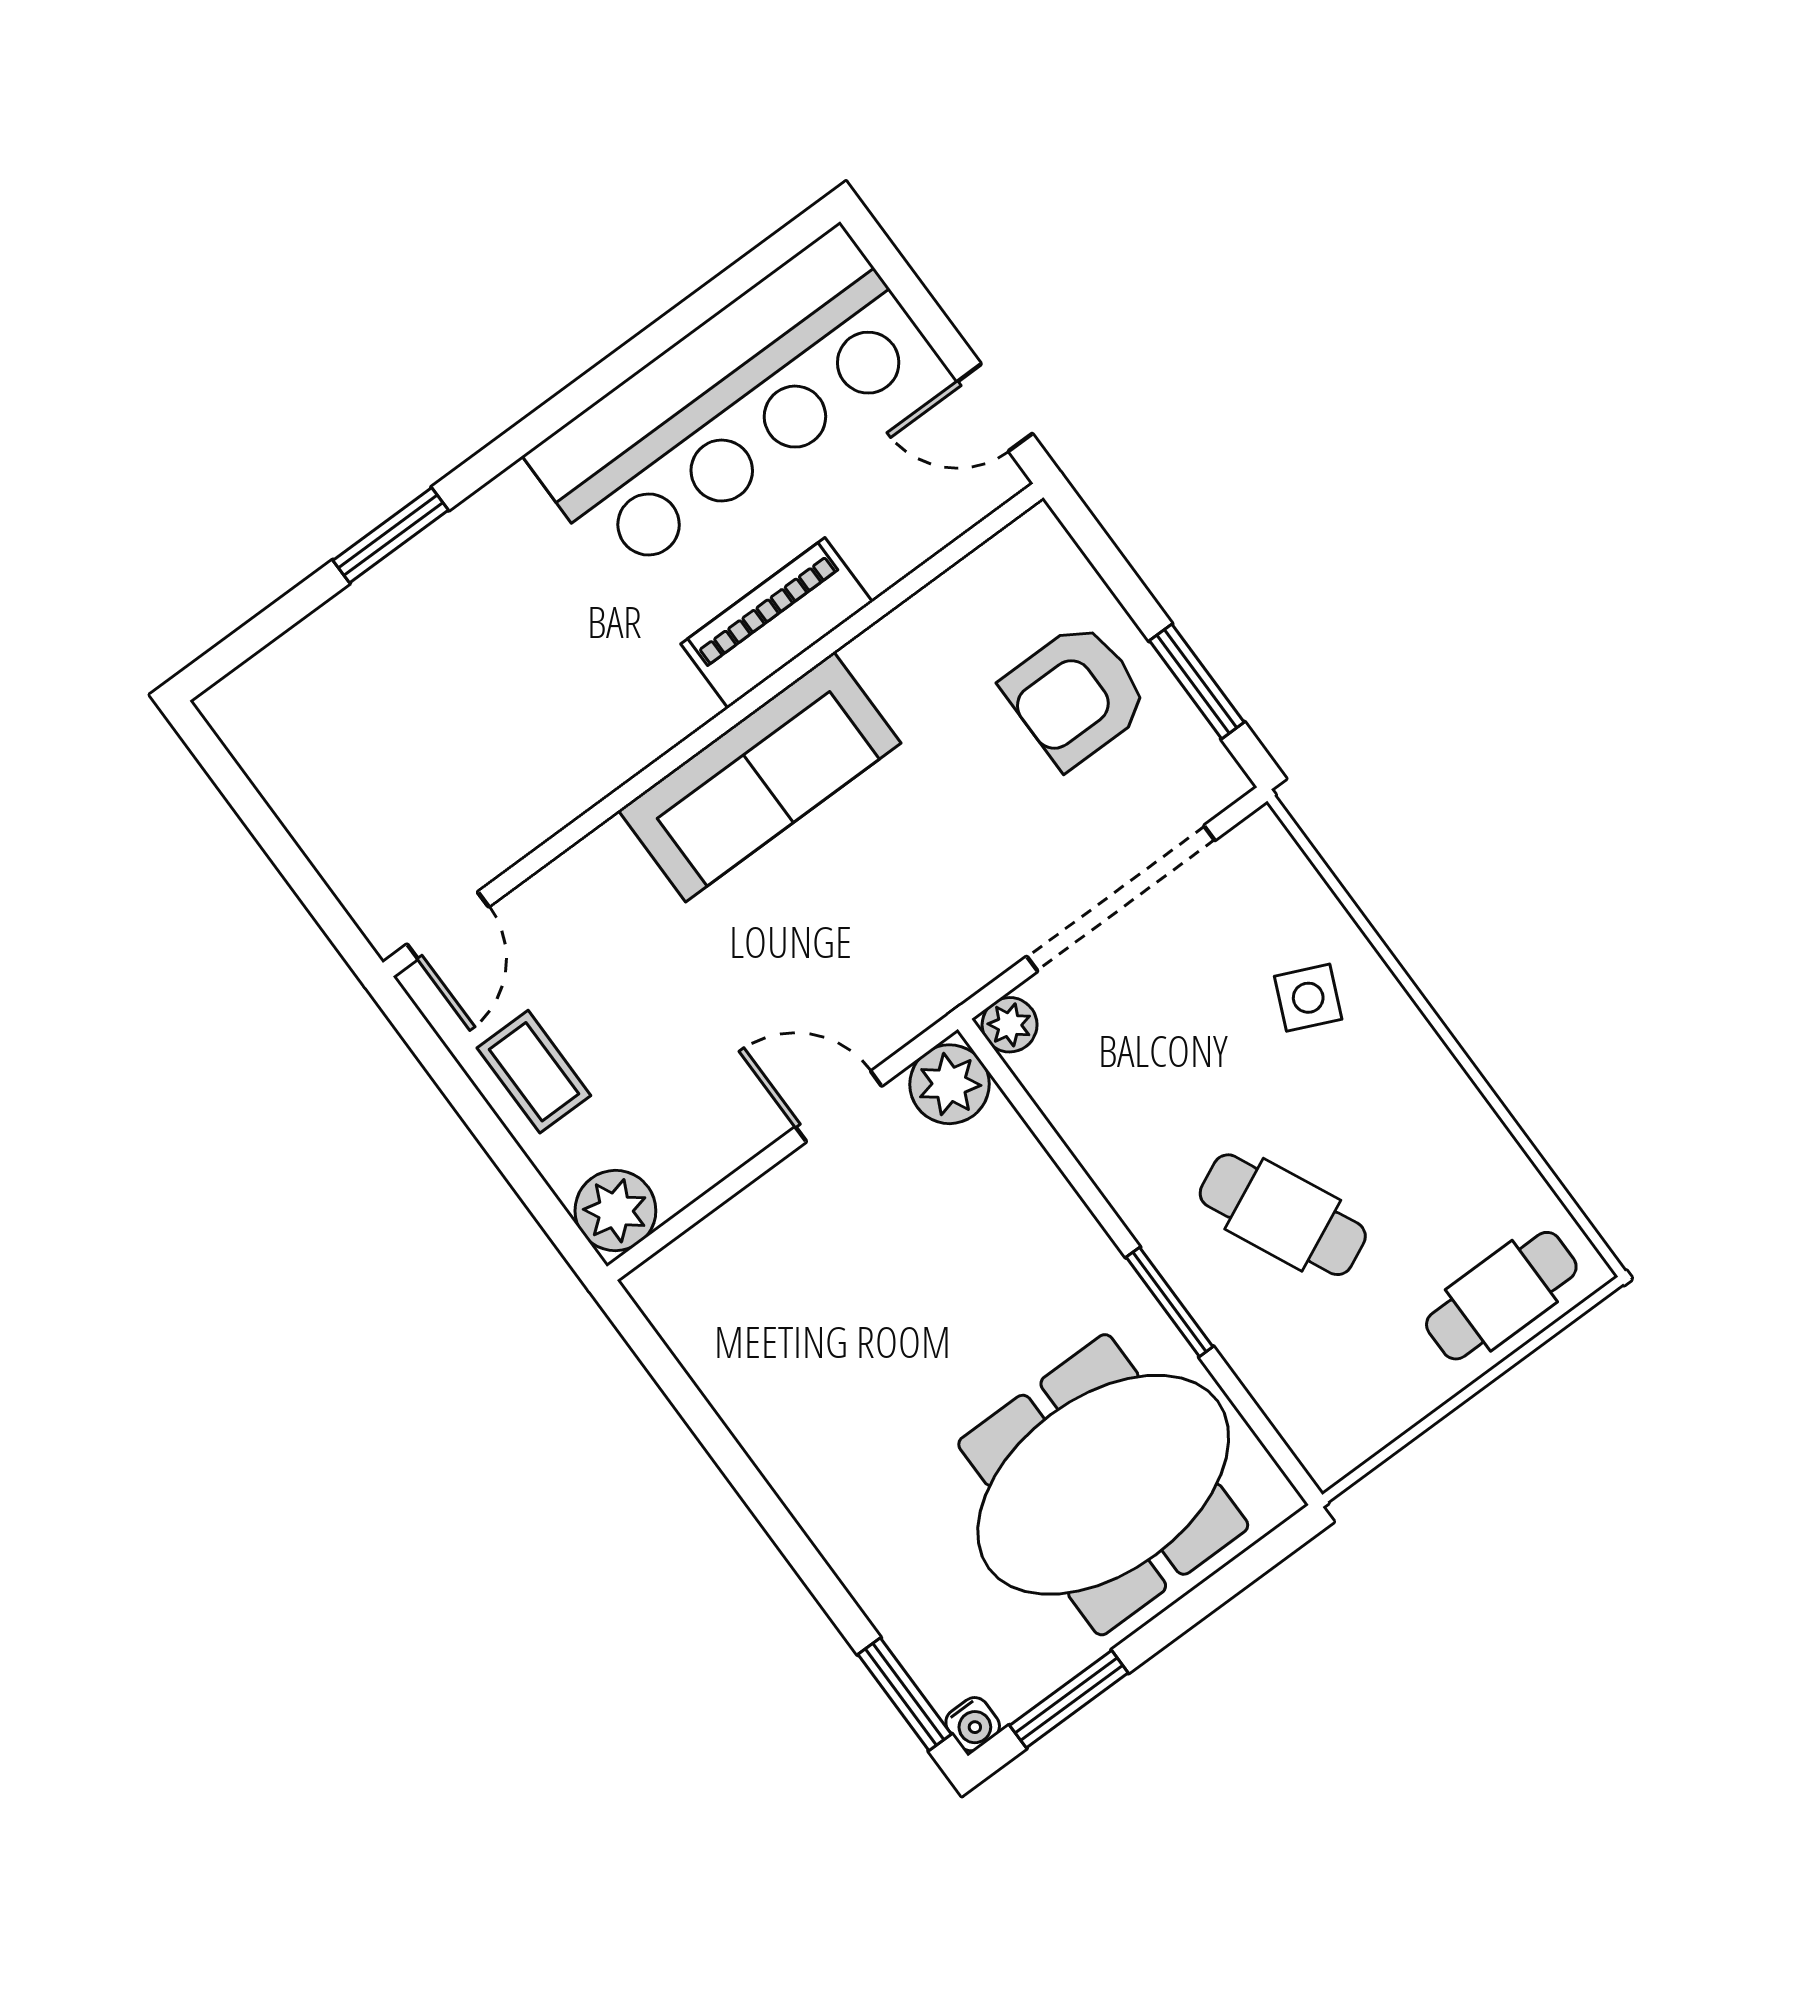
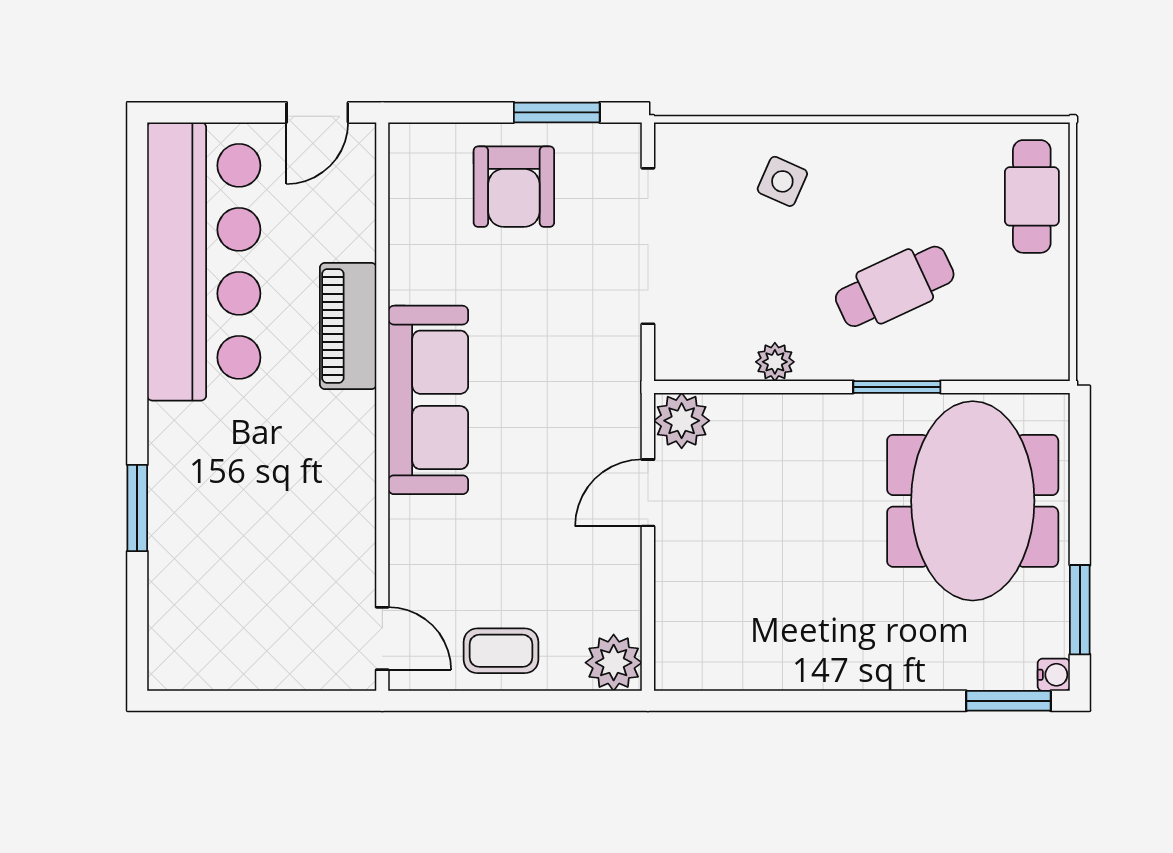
plant: (1010, 1025) -> (775, 362), moved

